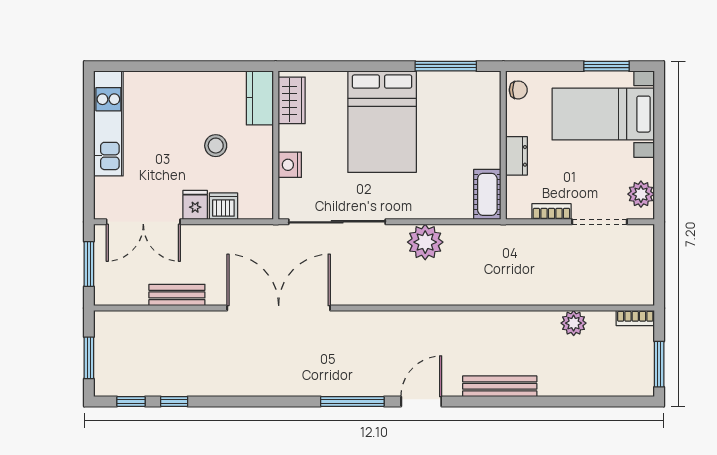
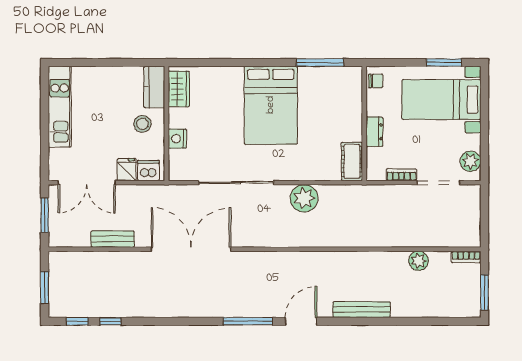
kitchen counter: (260, 98) -> (154, 87), moved
wardrobe: (292, 100) -> (179, 89), moved
wall: (276, 145) -> (167, 123), moved
nightstand: (290, 165) -> (177, 139), moved

